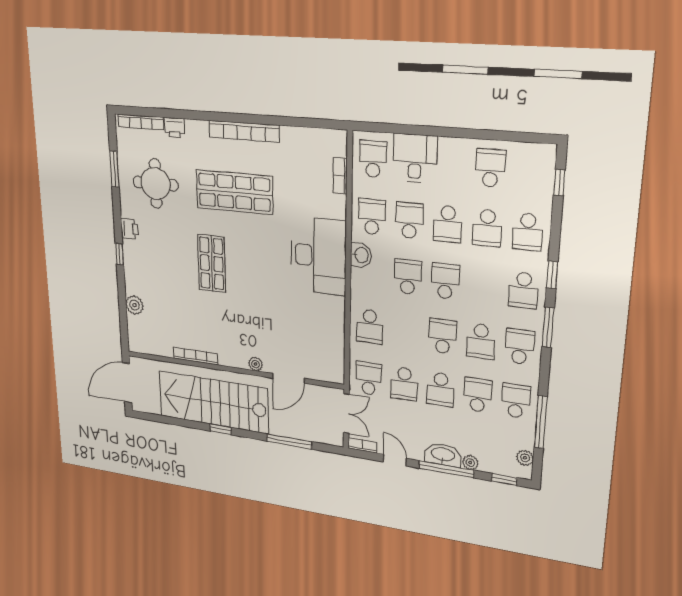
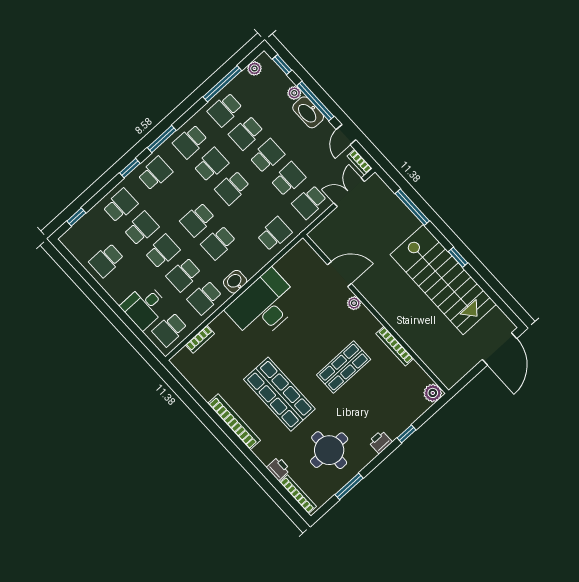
bookcase: (196, 356) -> (395, 346), moved
plant: (256, 364) -> (354, 303), moved
wall: (232, 370) -> (376, 314), moved
door: (288, 378) -> (339, 274), moved
door: (127, 383) -> (500, 349), hinge flipped

